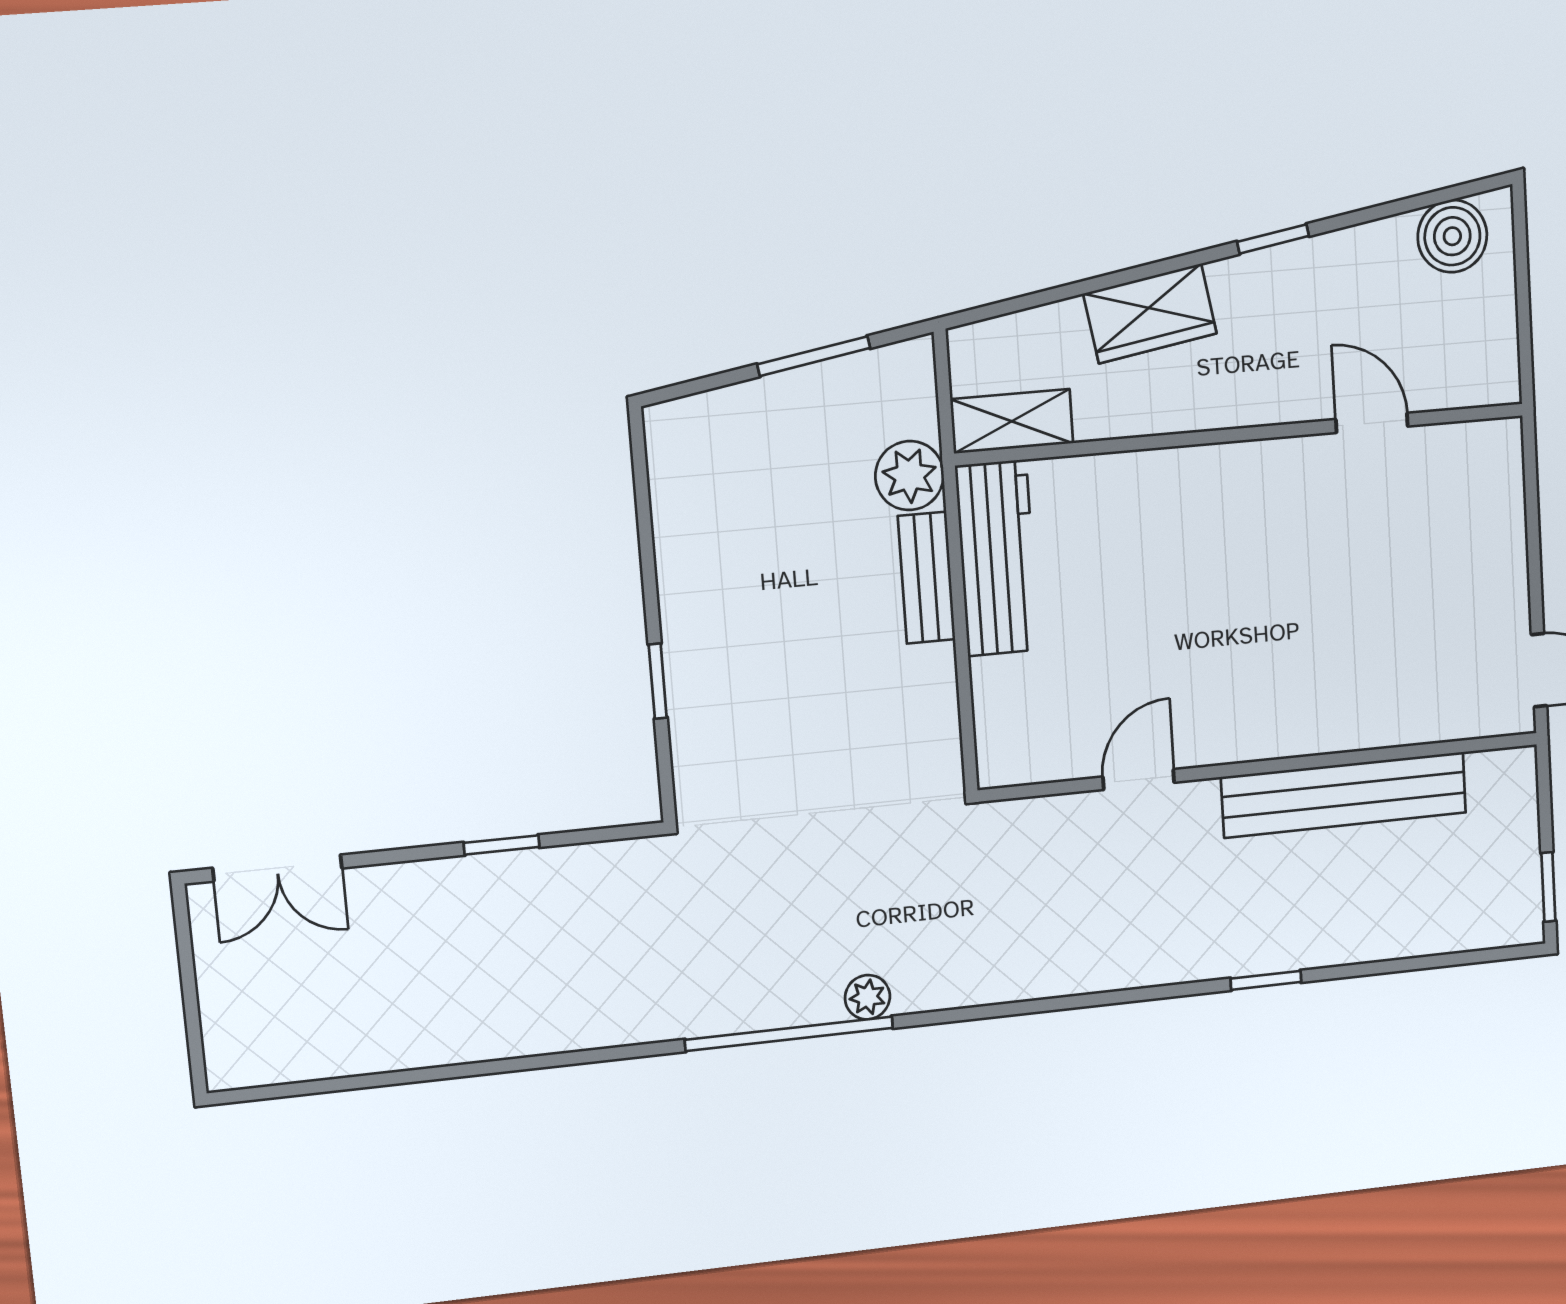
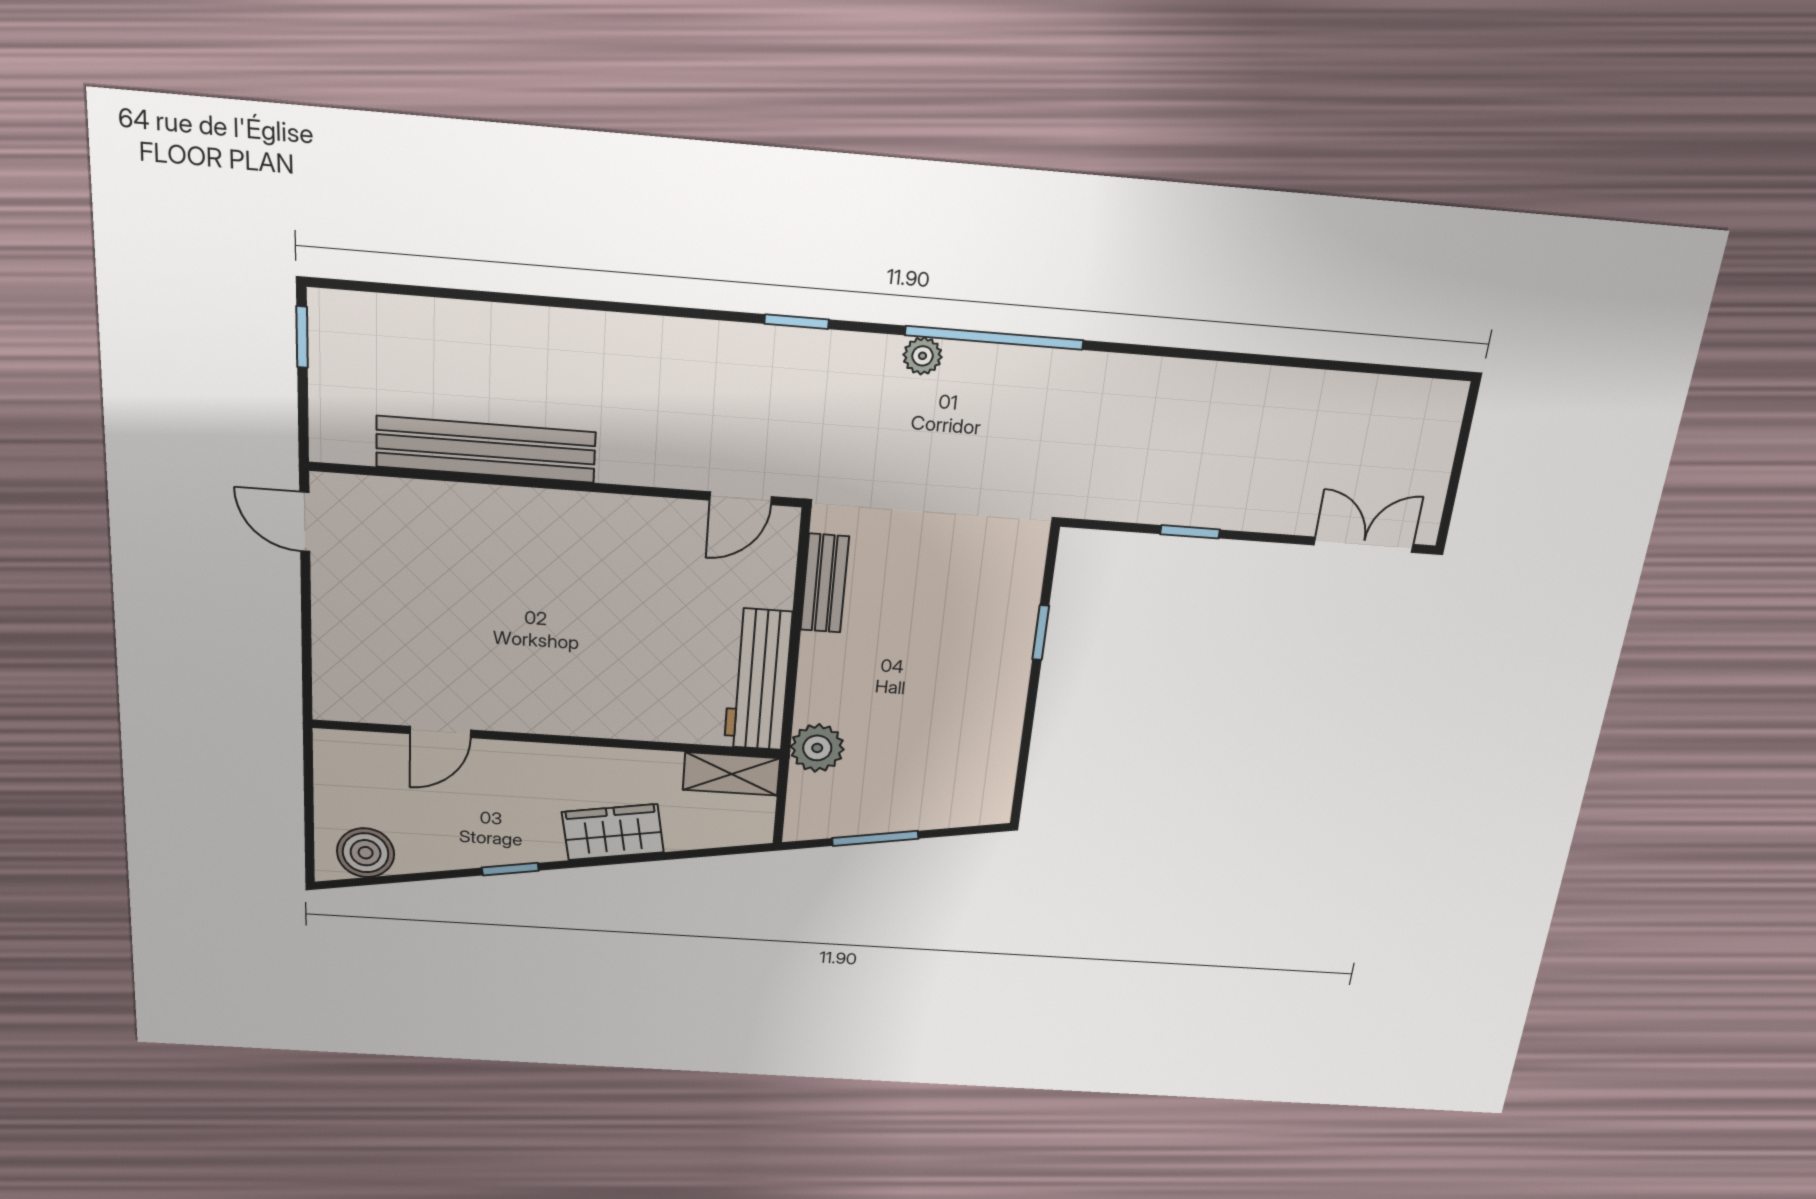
door: (1372, 423) -> (440, 732), hinge flipped
bench: (926, 578) -> (825, 583), moved
door: (1139, 780) -> (741, 498), moved
window: (1266, 980) -> (797, 322), moved

